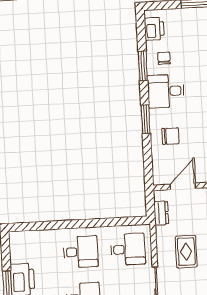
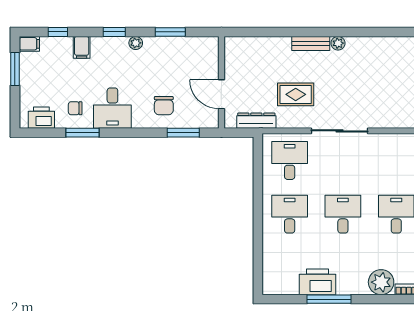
window: (146, 119) -> (183, 133), moved
chair: (170, 136) -> (164, 106), turned 180
dresser: (161, 213) -> (256, 121), width x1.44

